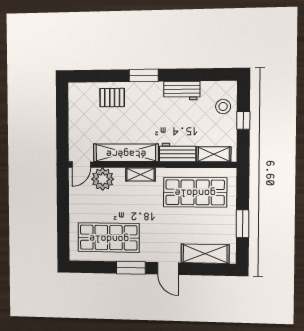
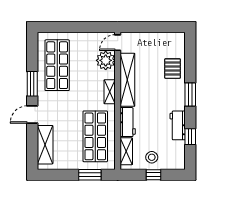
window: (196, 75) -> (190, 137), added
stool: (223, 107) -> (152, 157), moved
door: (81, 165) -> (118, 43), hinge flipped
window: (242, 224) -> (90, 175), moved

